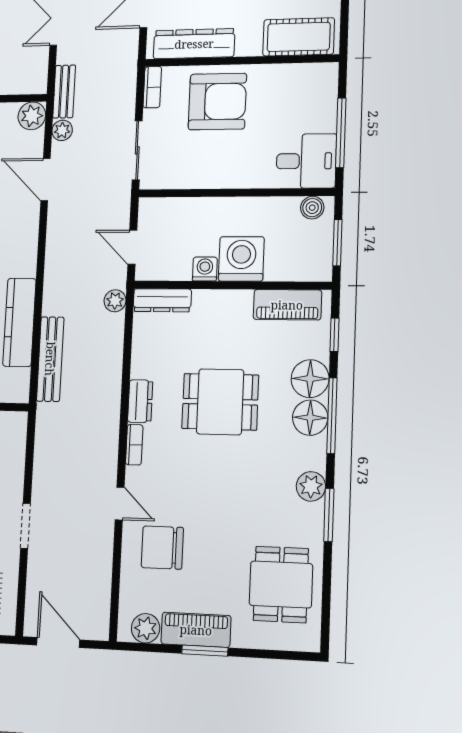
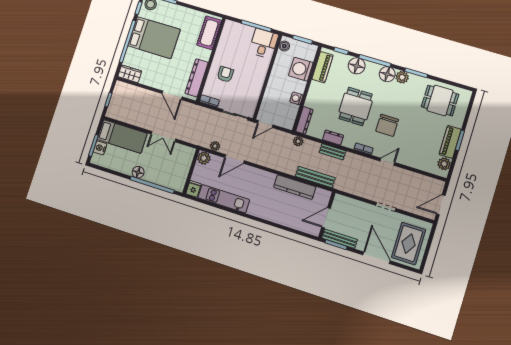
bench: (64, 92) -> (333, 152), moved
armchair: (217, 102) -> (225, 74), width x0.53, depth x0.53
door: (132, 247) -> (265, 124), moved
washing machine: (241, 259) -> (301, 69), moved
dresser: (140, 401) -> (333, 138), moved
floor lamp: (310, 418) -> (387, 74), moved
chair: (162, 548) -> (387, 125), moved

